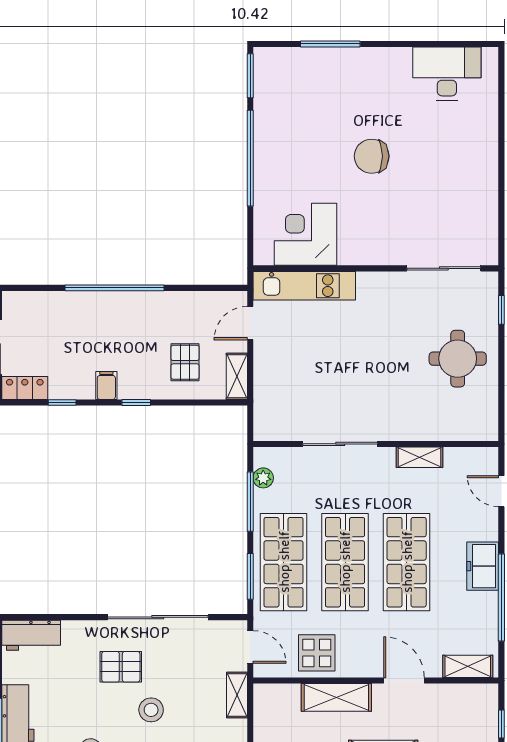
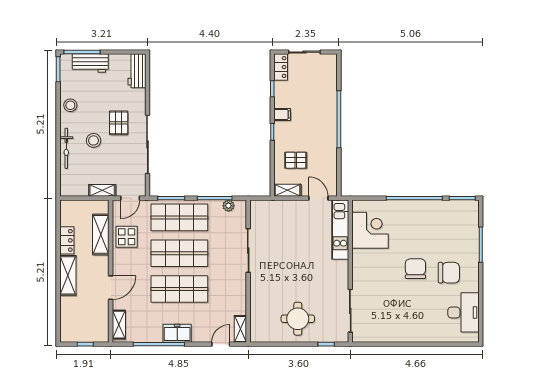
chair: (378, 99) -> (449, 273), added
shelving: (420, 457) -> (240, 329), moved
shelving: (336, 697) -> (101, 234), moved

